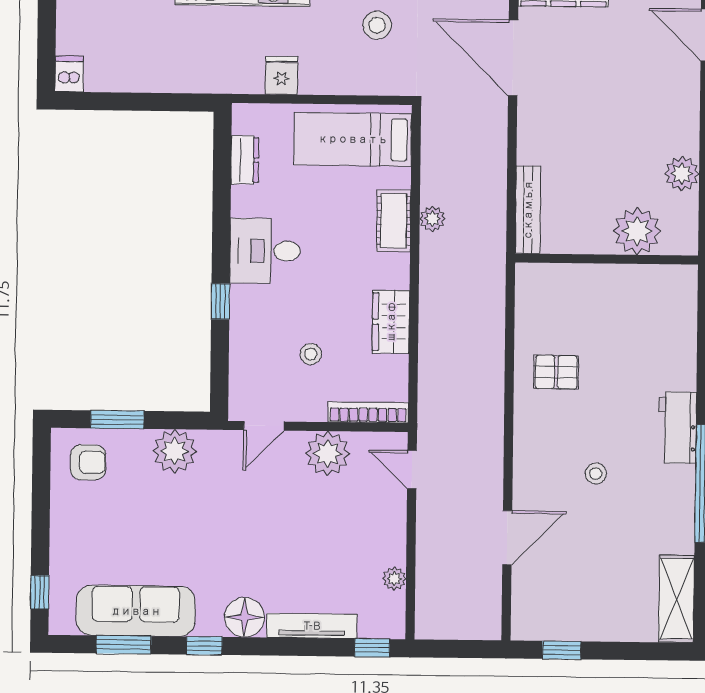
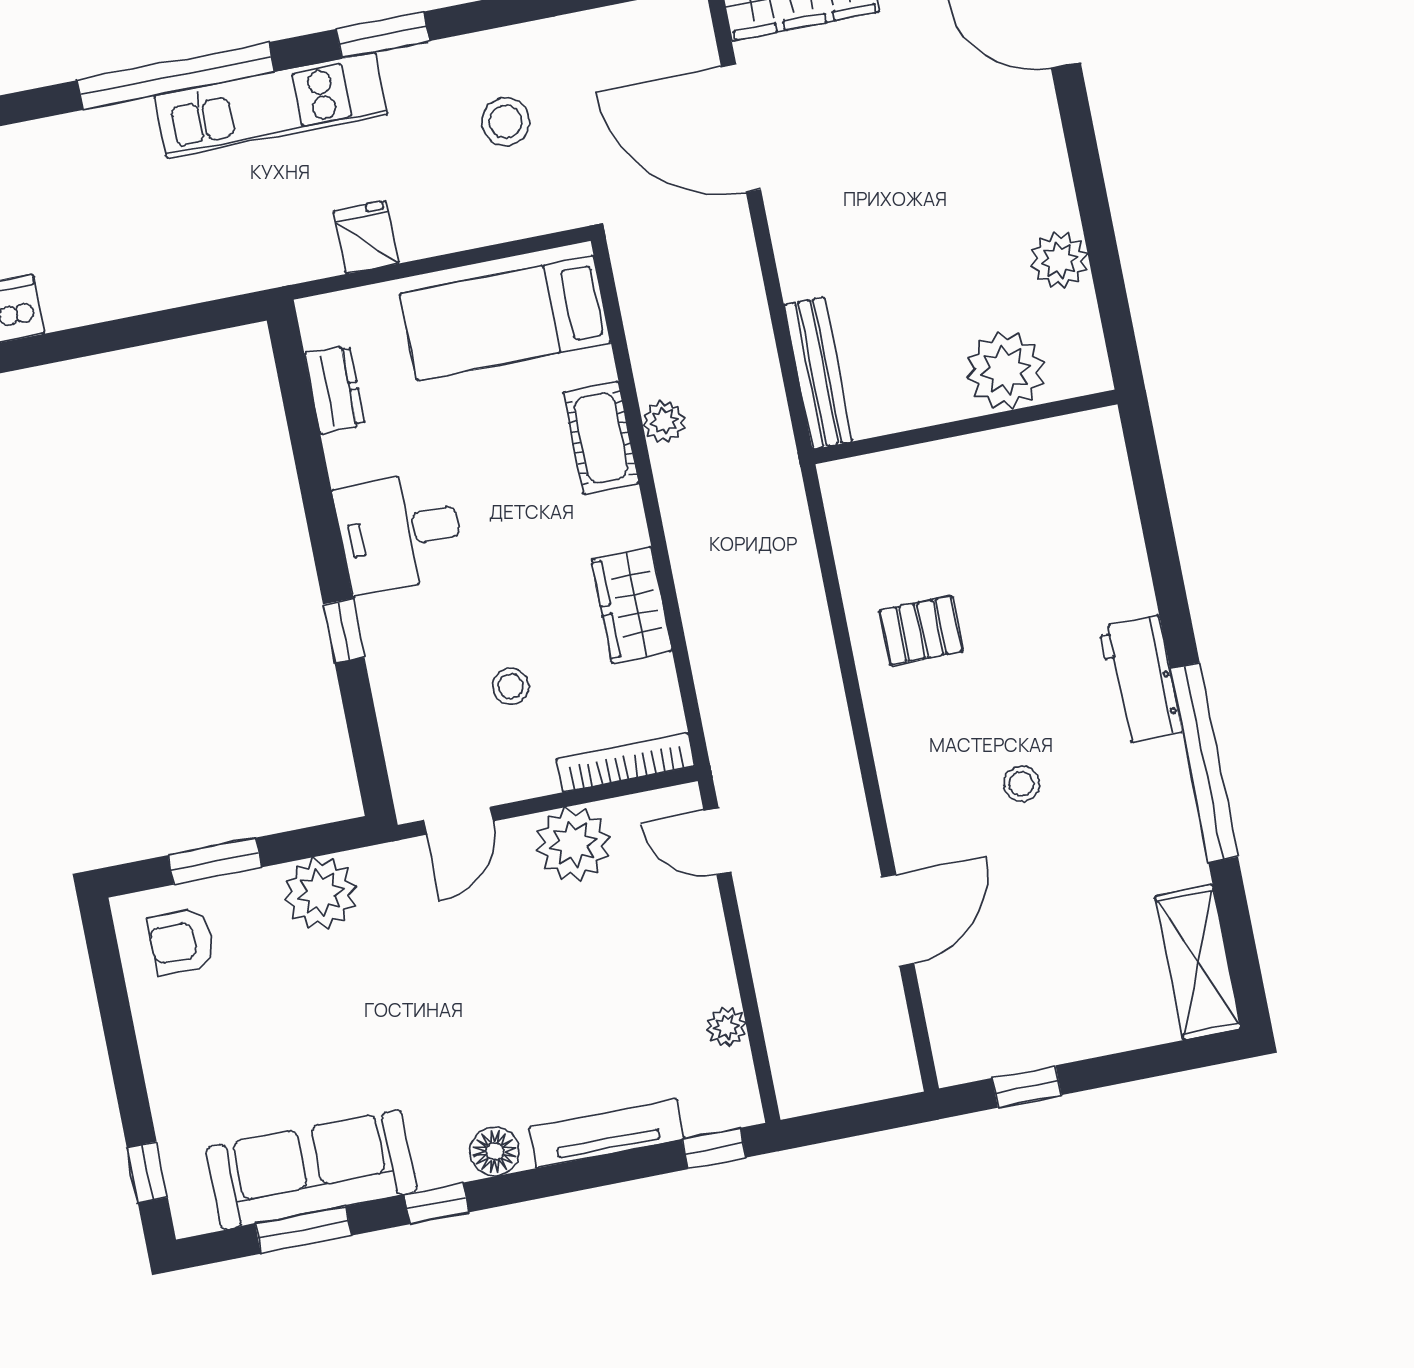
armchair: (88, 462) -> (182, 942), turned 180
floor lamp: (244, 617) -> (495, 1152), width x0.73, depth x0.73

